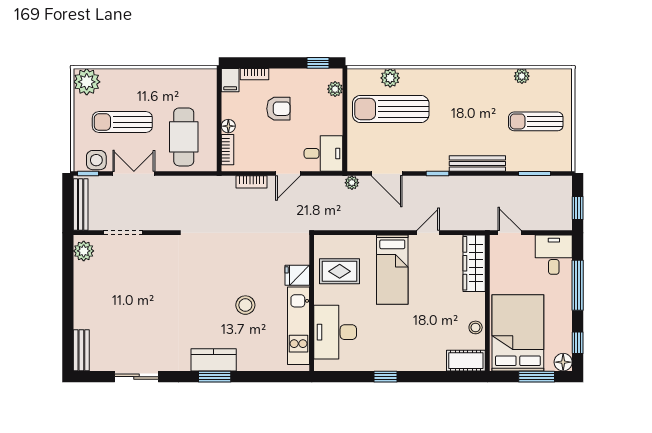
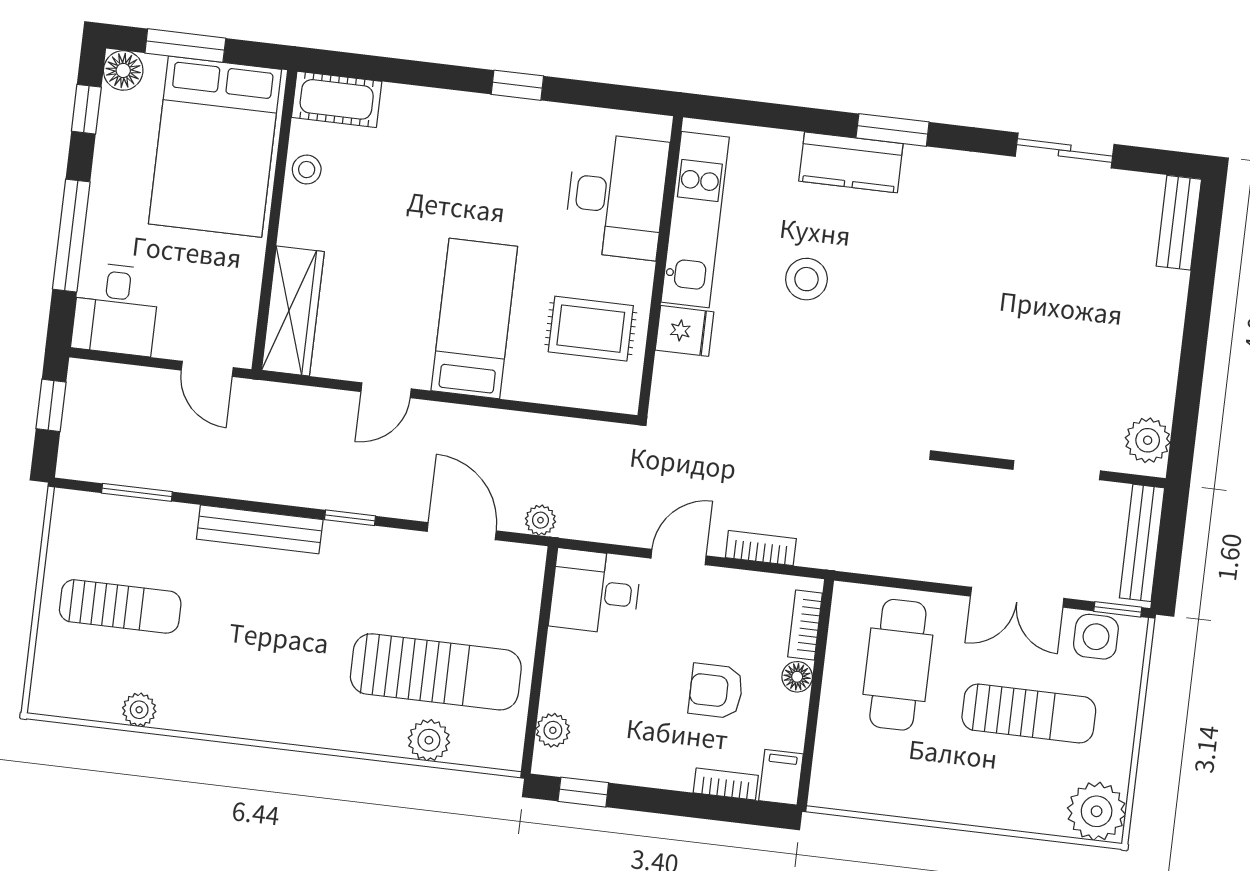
armchair: (278, 109) -> (716, 691), moved
kitchen counter: (214, 360) -> (851, 162), moved

